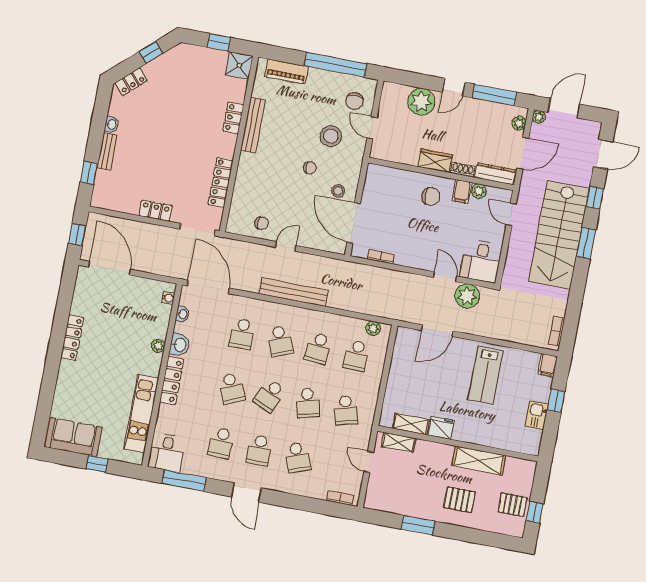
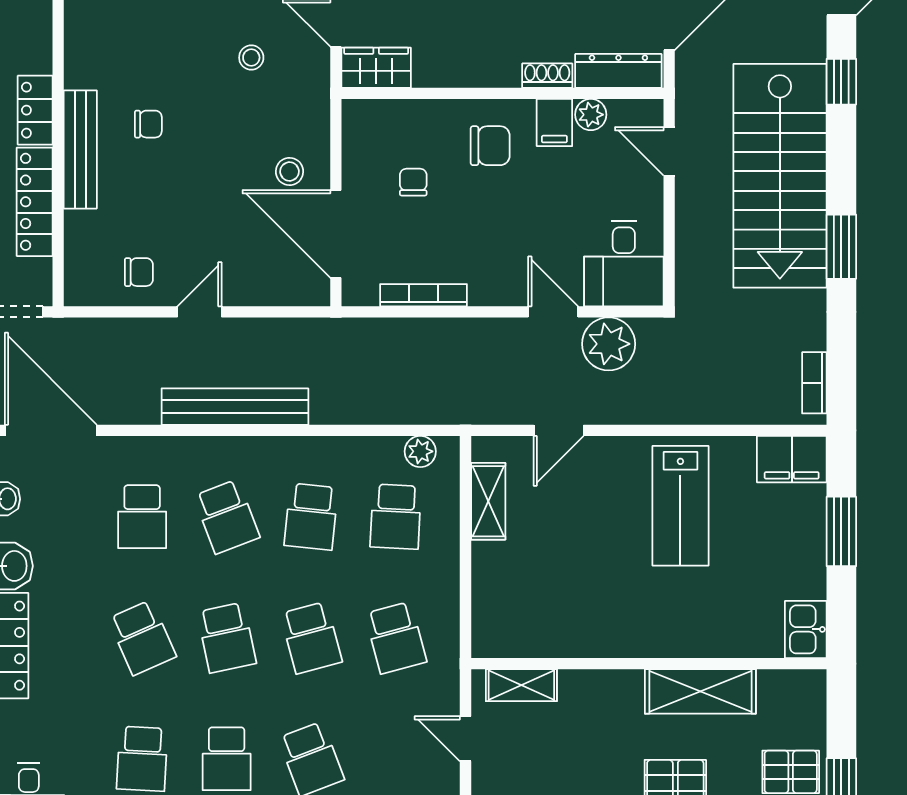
locker: (233, 118) -> (35, 110), moved
bench: (253, 125) -> (80, 149), moved
stool: (331, 136) -> (251, 58), width x0.53, depth x0.53
wardrobe: (435, 161) -> (376, 68), moved
chair: (310, 168) -> (148, 124), moved
chair: (393, 206) -> (413, 182), added
window: (586, 243) -> (841, 247), moved
bookcase: (381, 257) -> (423, 295), width x1.56
door: (437, 331) -> (559, 430), width x0.73
filing cabinet: (548, 365) -> (792, 459), width x2.00
school desk: (270, 396) -> (227, 638), turned -36
window: (556, 401) -> (841, 531), width x1.50
kitchen sink: (537, 415) -> (806, 629), moved
shelving: (411, 424) -> (488, 501), moved, turned 90
fridge: (441, 428) -> (607, 637), removed

